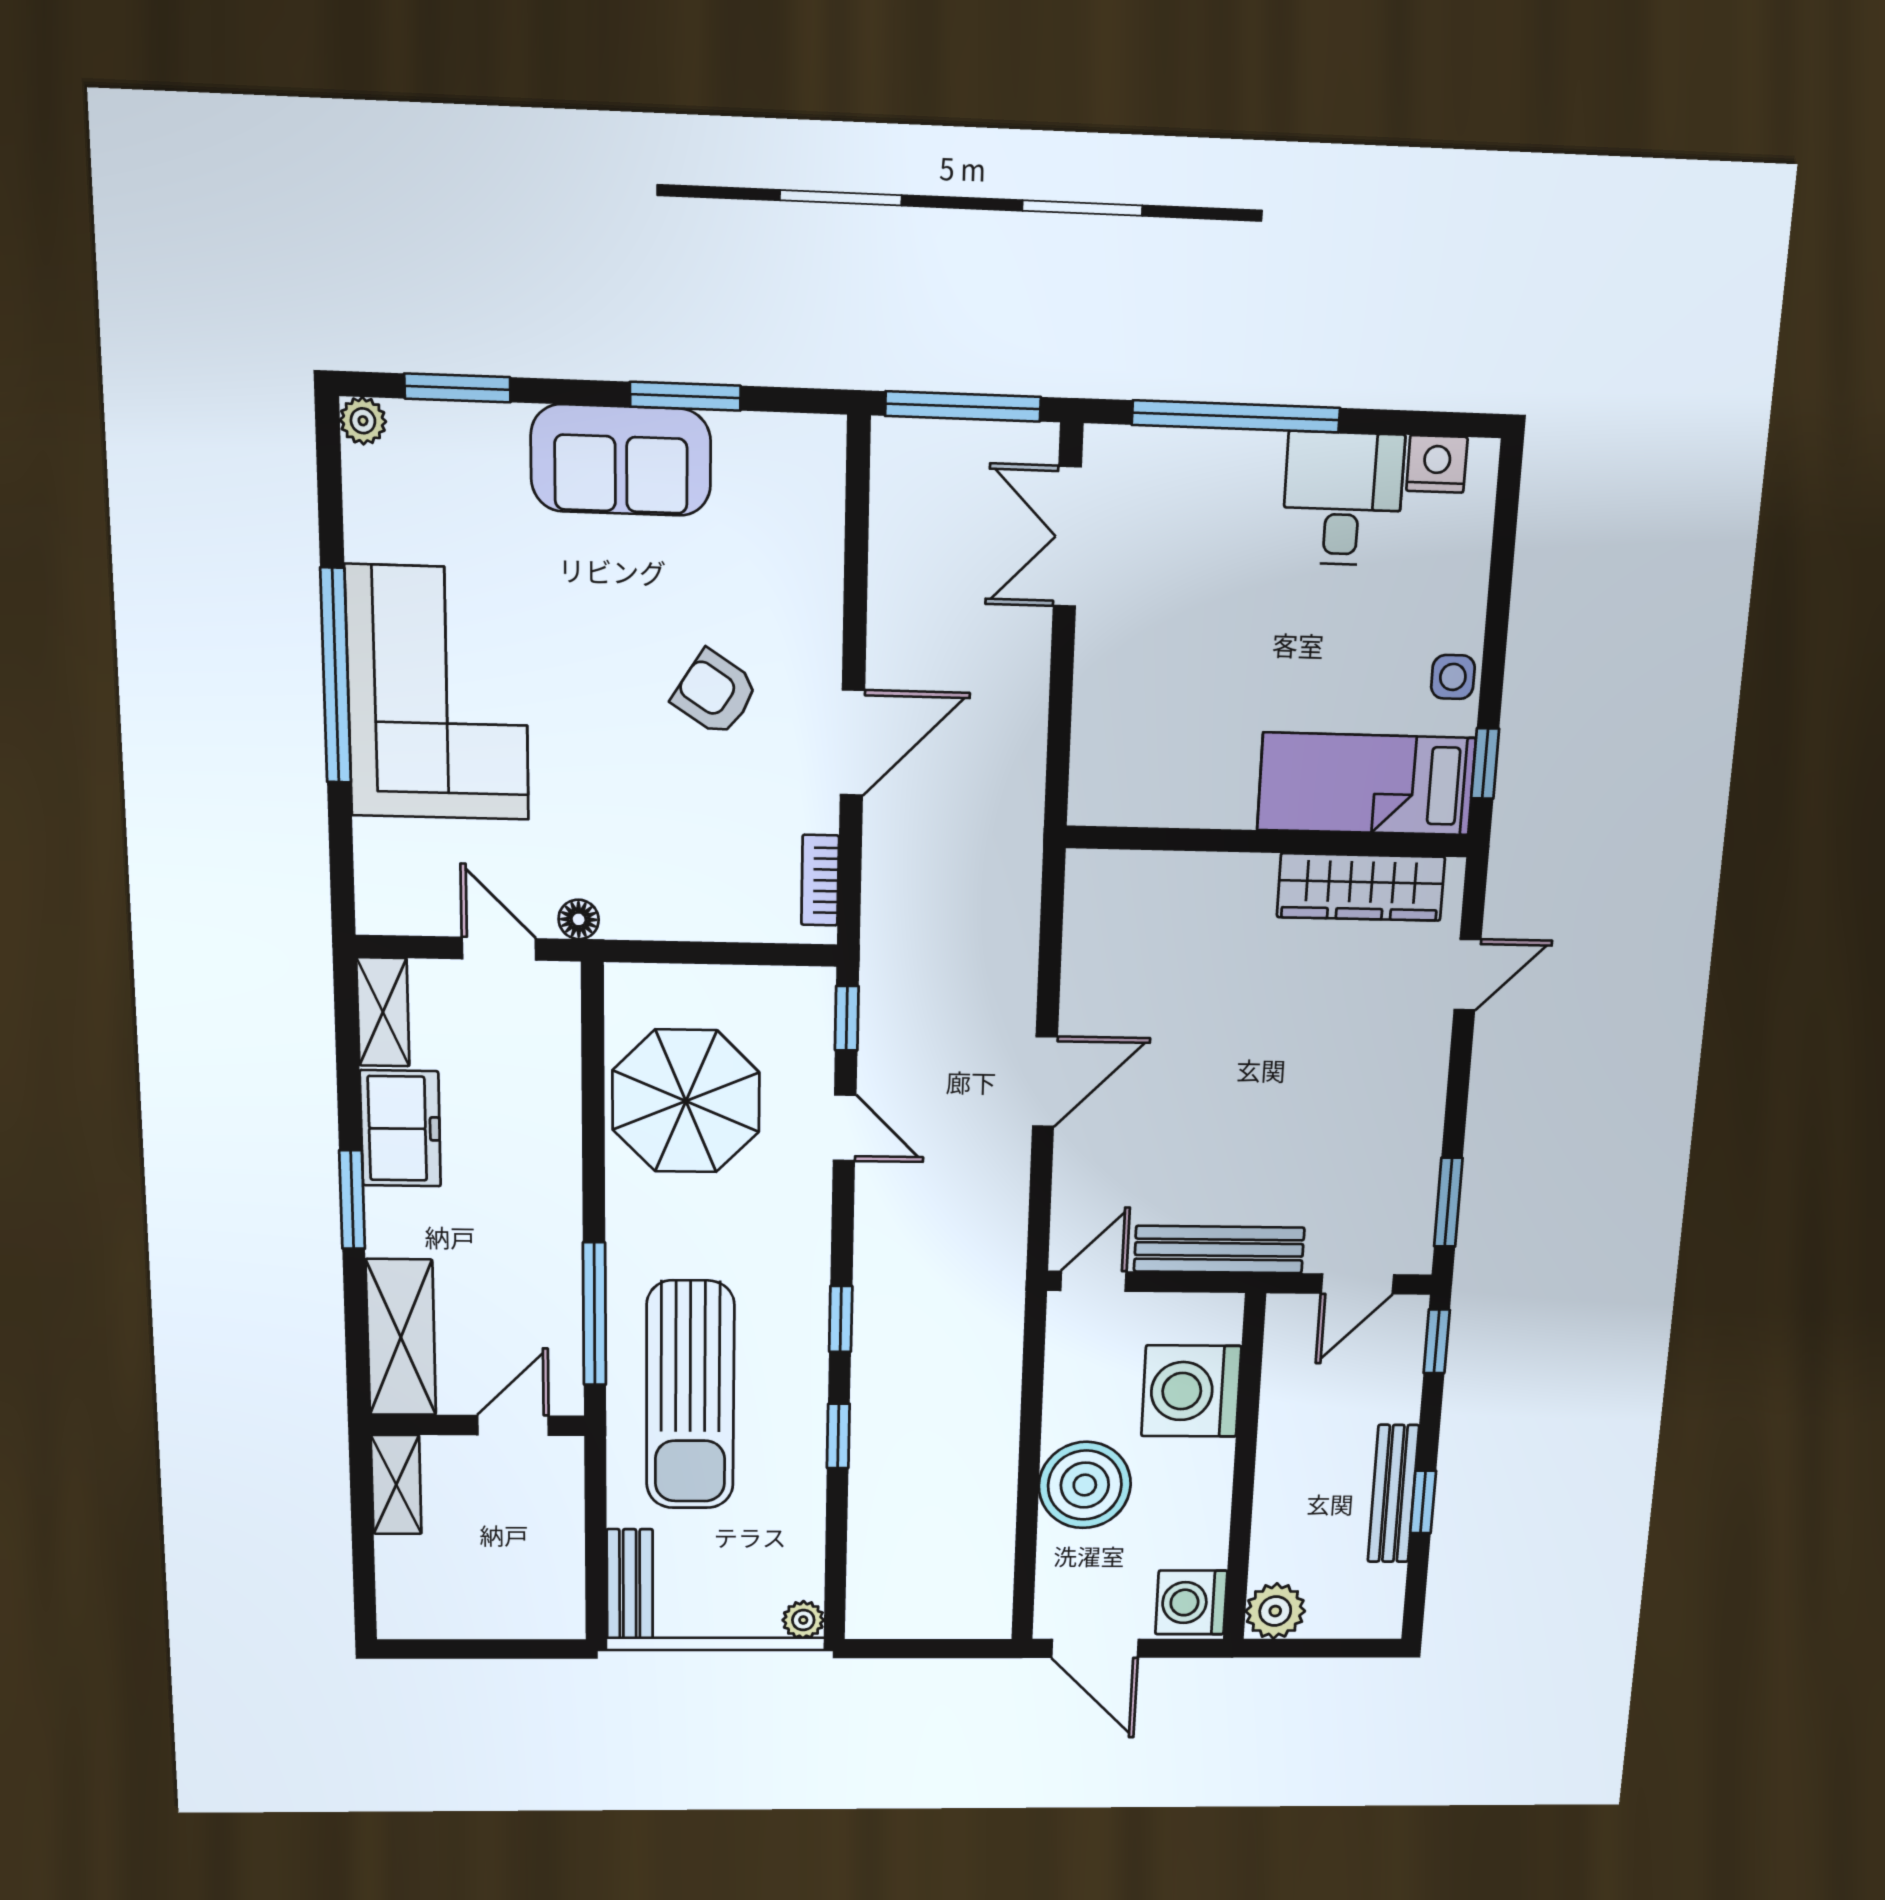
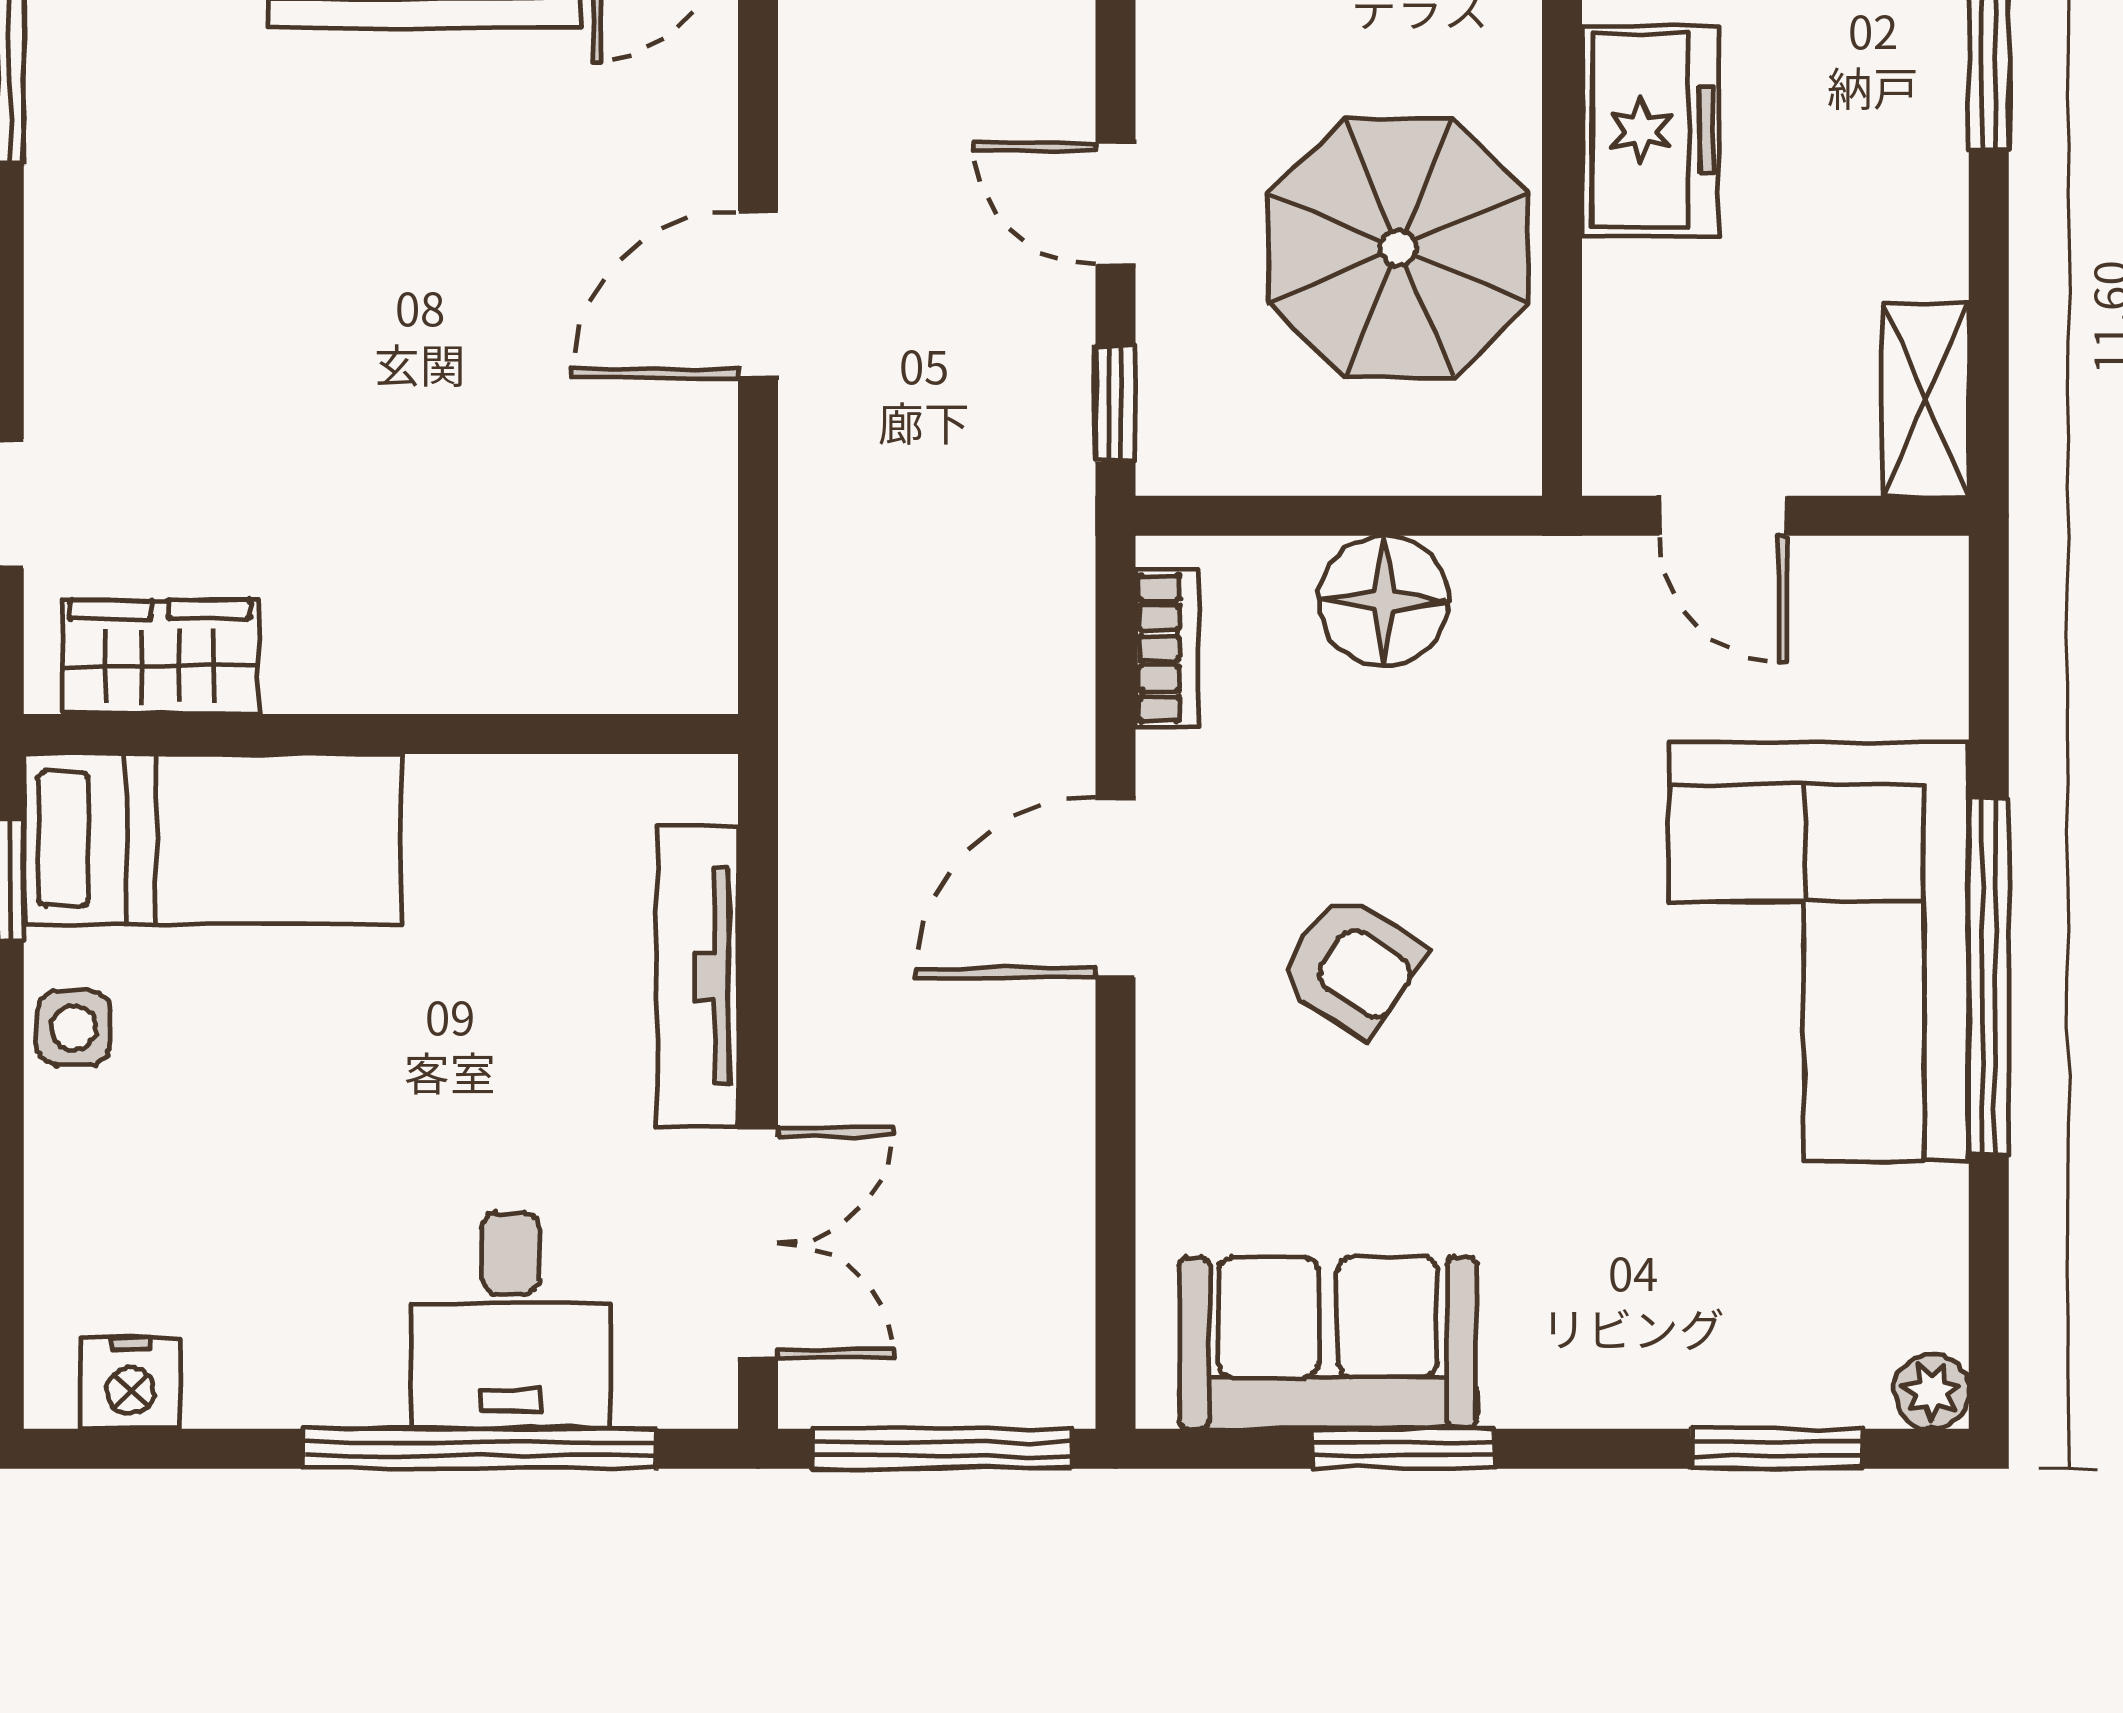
sofa: (621, 460) -> (1328, 1343), moved
desk: (1343, 499) -> (511, 1321), moved
tv unit: (1096, 697) -> (697, 976), added
wardrobe: (1361, 887) -> (160, 657), width x0.67
floor lamp: (579, 919) -> (1384, 601), moved, width x1.89, depth x1.89
freezer: (400, 1128) -> (1650, 131), moved, turned 180

